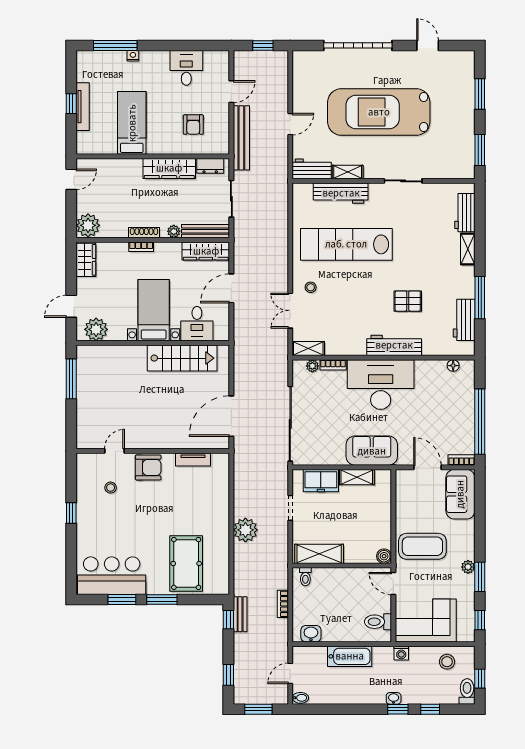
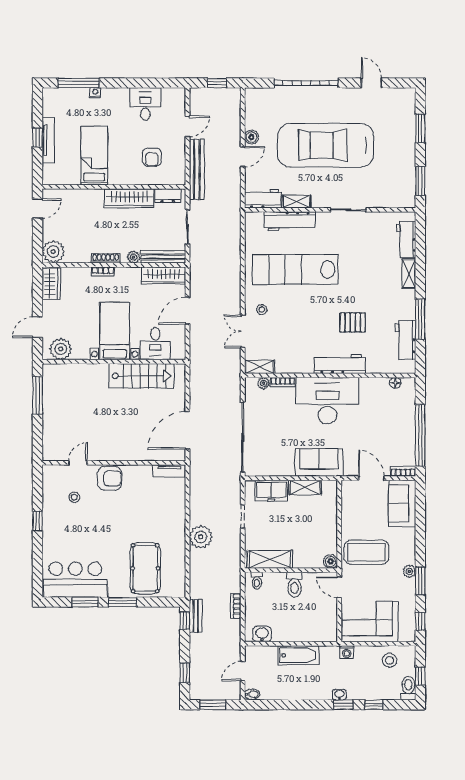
boiler: (300, 103) -> (251, 137), added
tv unit: (193, 460) -> (169, 471), moved
toilet: (378, 622) -> (295, 585), moved, turned -90

